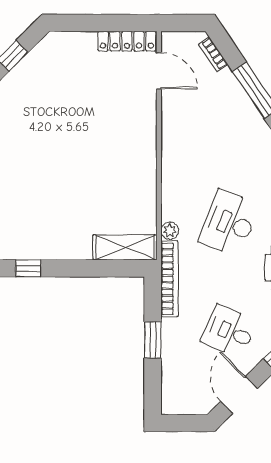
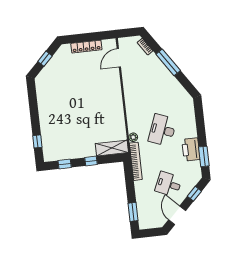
locker: (127, 41) -> (86, 47), moved
door: (159, 71) -> (119, 58), swing flipped
window: (81, 268) -> (91, 161), added
window: (153, 340) -> (133, 212), moved

